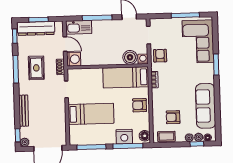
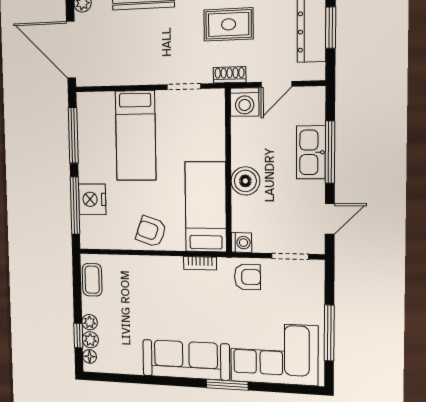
kitchen sink: (79, 27) -> (311, 152), moved
boiler: (130, 57) -> (245, 181), moved
armchair: (140, 105) -> (151, 231), turned -71
sofa: (206, 106) -> (186, 360), moved
armchair: (173, 117) -> (128, 295), removed
floor lamp: (145, 136) -> (94, 239), removed

